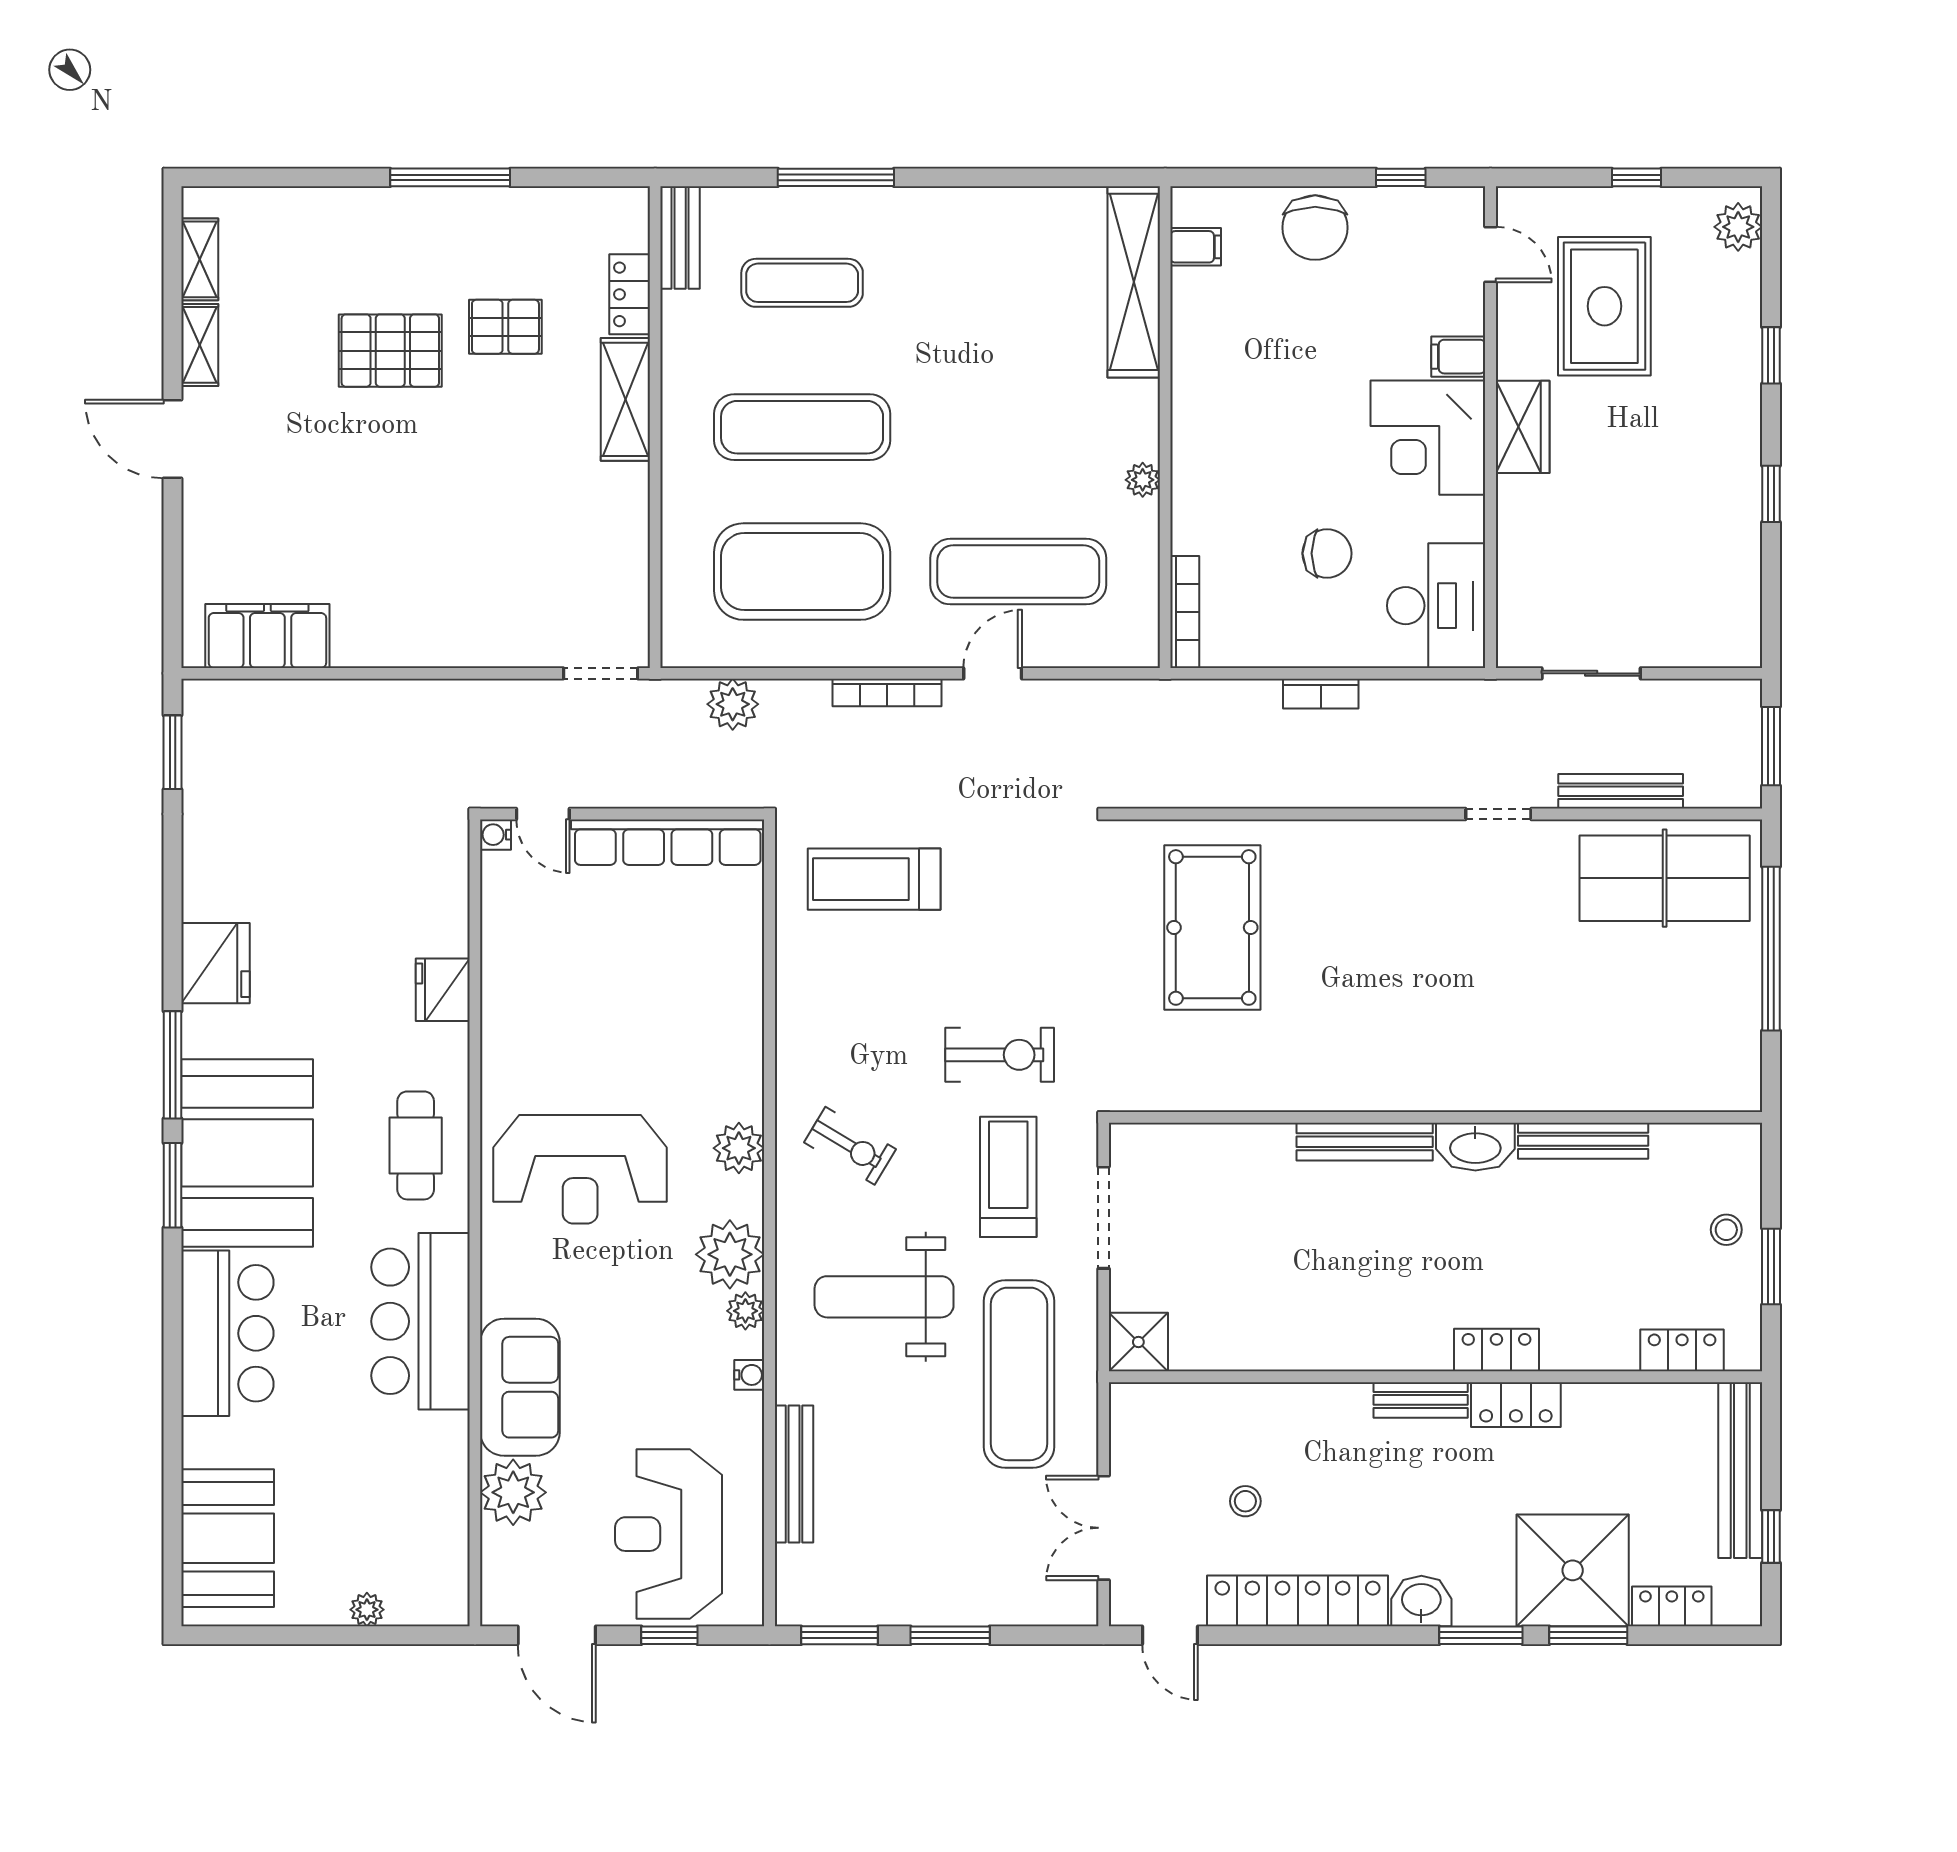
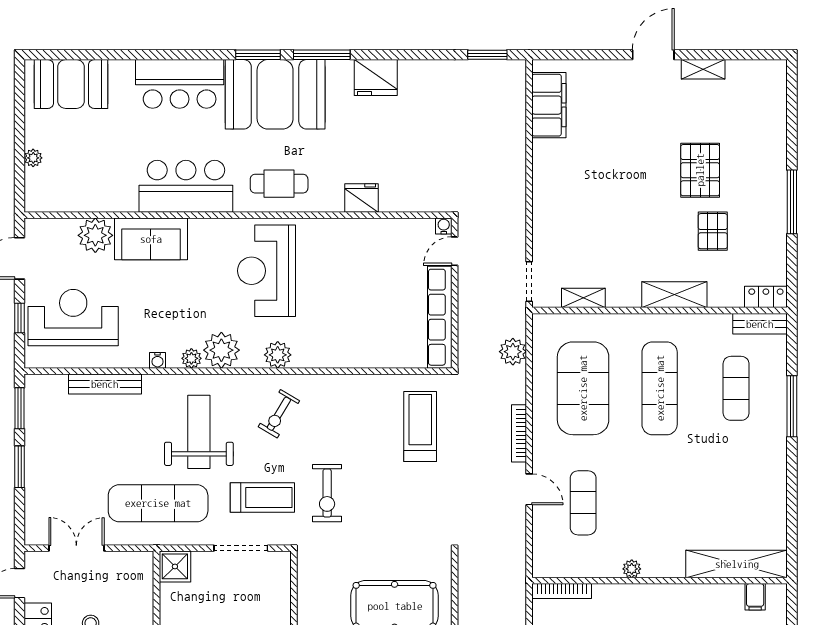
shelving: (200, 259) -> (583, 298), moved
locker: (630, 294) -> (766, 297), moved
exercise mat: (1018, 572) -> (583, 503), width x0.73, depth x0.69

